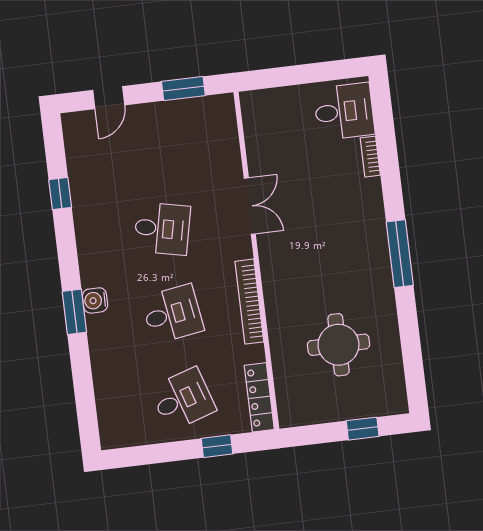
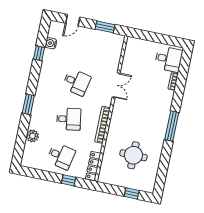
water cooler: (95, 300) -> (51, 43), moved
plant: (106, 377) -> (32, 136), added
desk: (183, 399) -> (61, 156), turned 30

